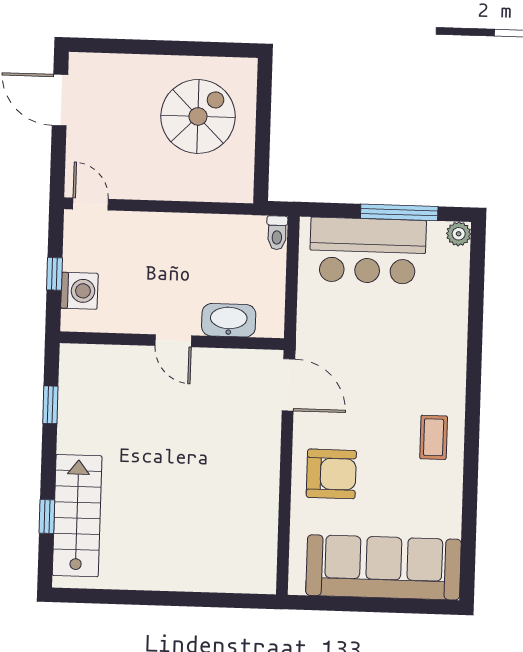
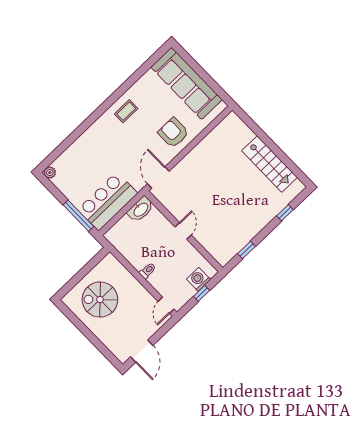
window: (399, 212) -> (78, 216), moved
toilet: (277, 233) -> (148, 271), moved
bar counter: (368, 251) -> (108, 201), moved, turned -90
washbasin: (229, 320) -> (141, 209), moved, turned -90
stairs: (77, 516) -> (270, 164), moved, turned -90

